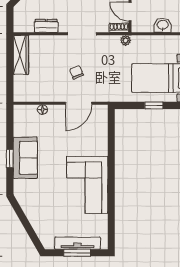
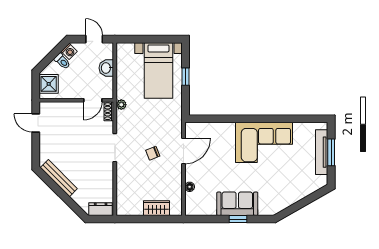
dresser: (46, 26) -> (101, 209), moved, turned 90
wardrobe: (21, 55) -> (156, 208), moved, width x0.67
door: (79, 103) -> (183, 151), hinge flipped

